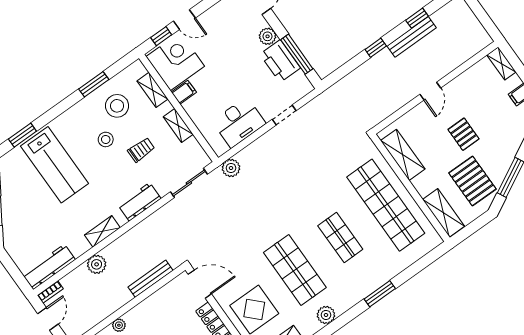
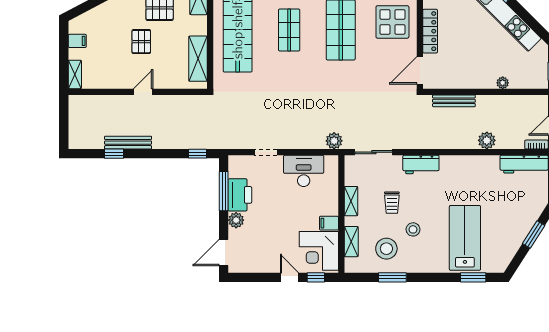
window: (376, 48) -> (198, 154), moved
trolley: (141, 150) -> (392, 203), turned -90
shelving: (102, 231) -> (465, 162), removed
door: (200, 284) -> (420, 70), hinge flipped

